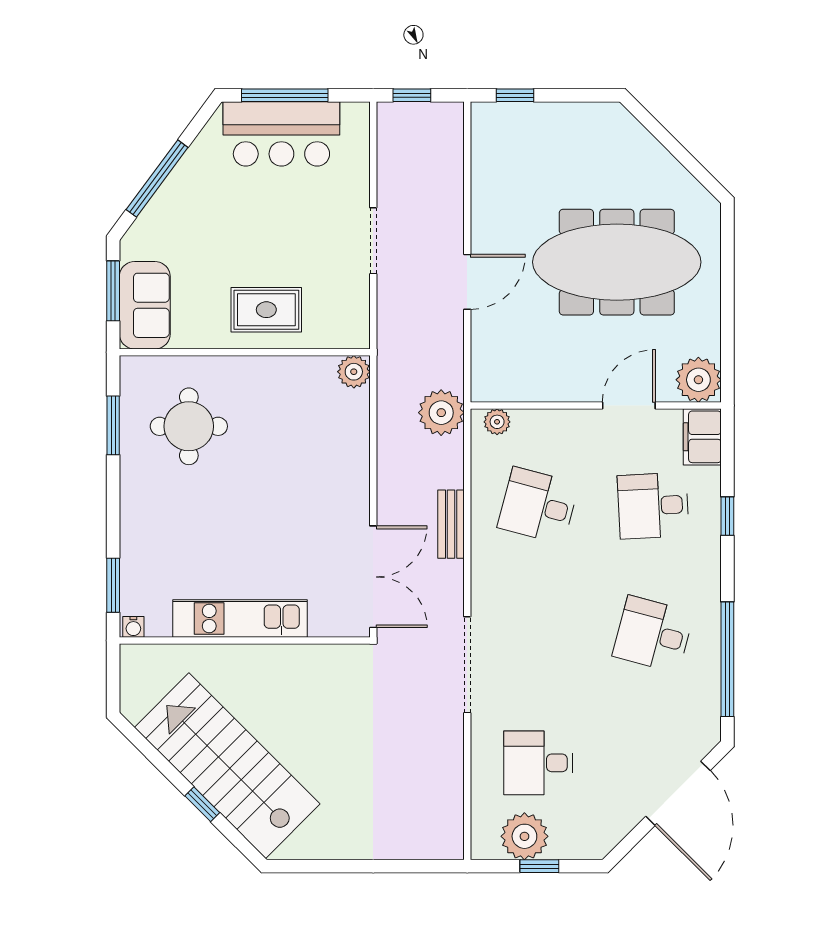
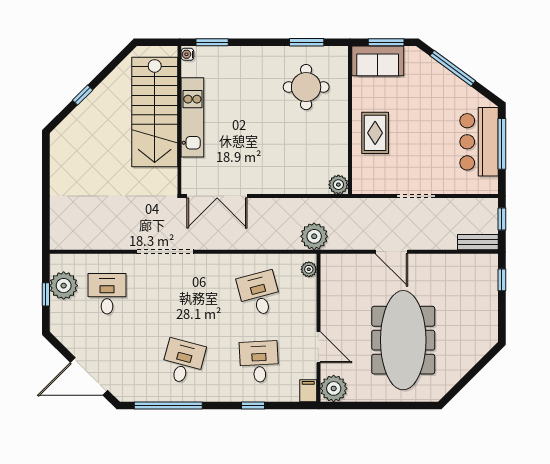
filing cabinet: (702, 437) -> (308, 391), width x0.50
desk: (538, 506) -> (259, 294), turned -30
bench: (451, 524) -> (478, 242), moved
stairs: (227, 766) -> (155, 112), moved, turned 135

